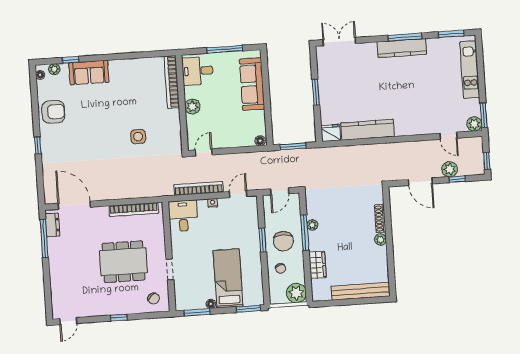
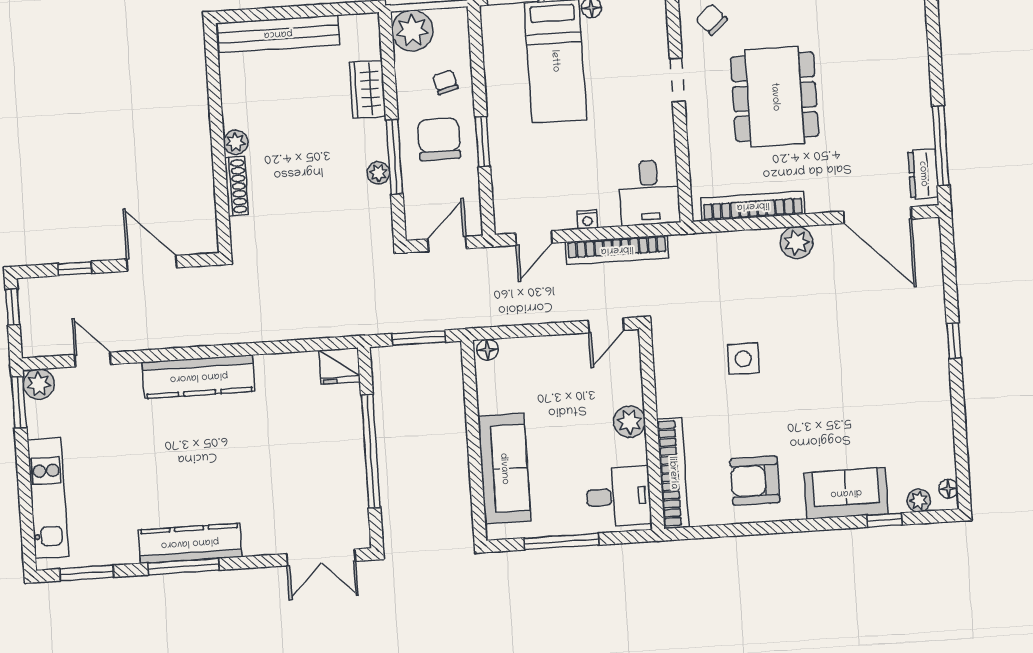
window: (316, 92) -> (371, 451), width x2.11
armchair: (53, 112) -> (755, 481), moved
kitchen counter: (368, 130) -> (199, 377), moved
plant: (450, 169) -> (796, 242), moved
dining table: (123, 262) -> (775, 97), turned 90

